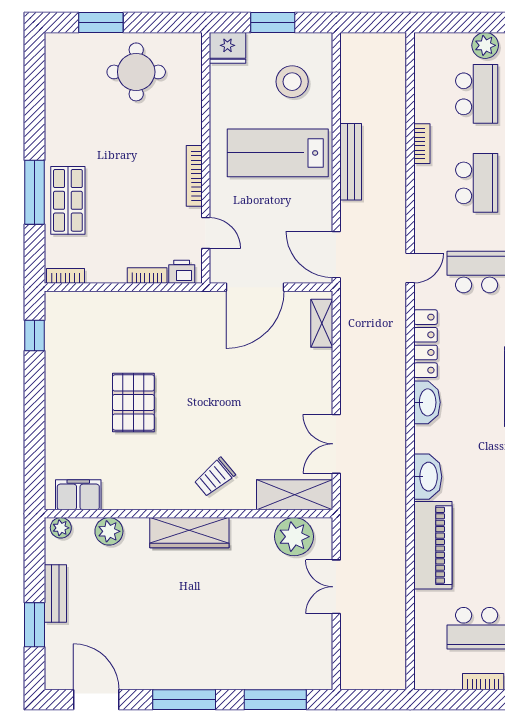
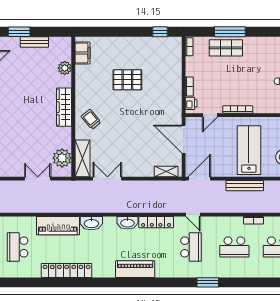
plant: (61, 528) -> (66, 44), removed

